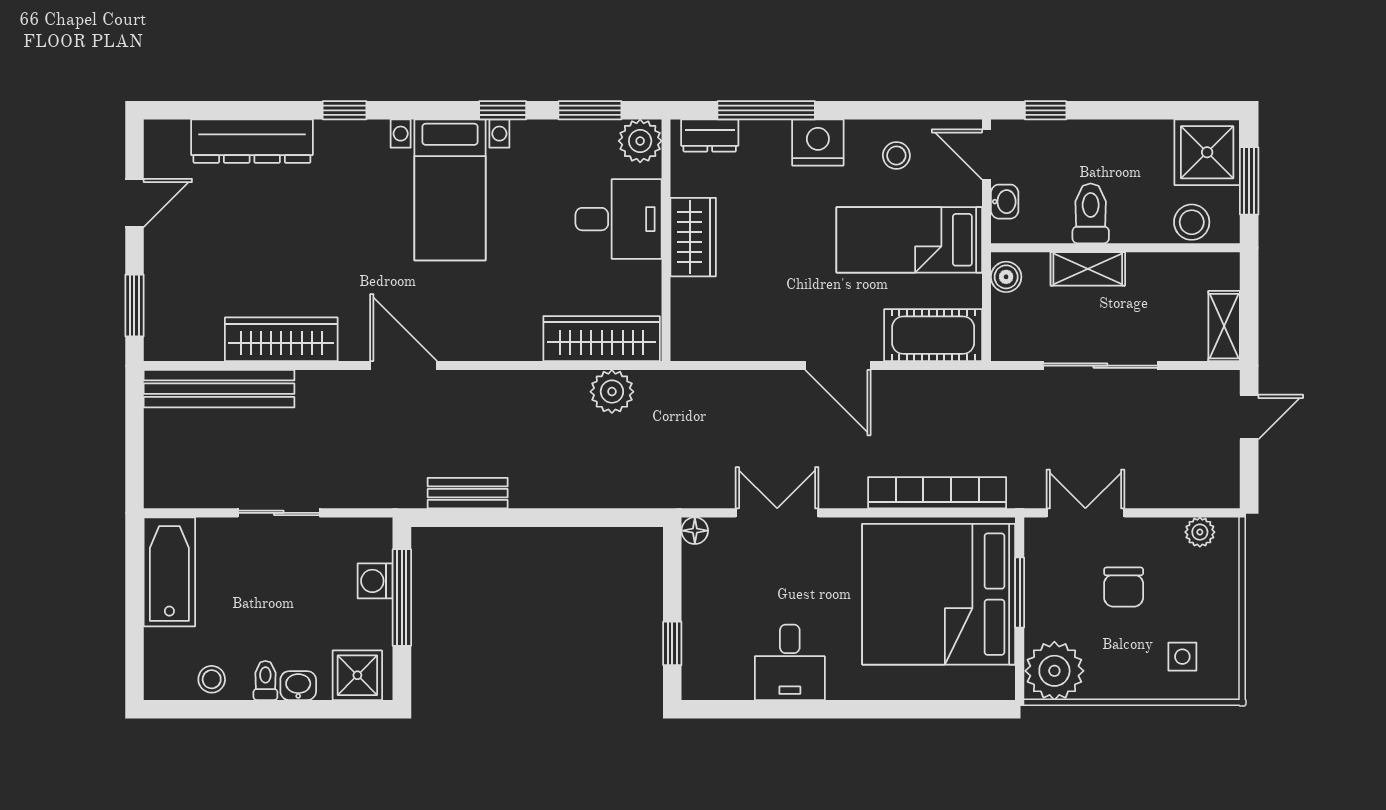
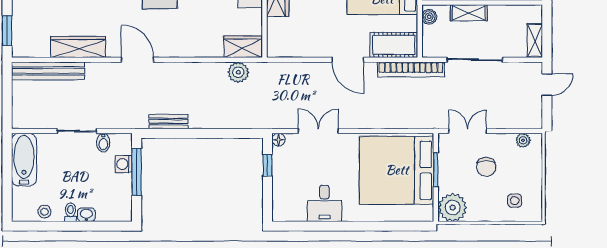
wardrobe: (602, 339) -> (243, 47), width x0.67
bookcase: (937, 493) -> (411, 69), moved, turned 180
bidet: (333, 537) -> (103, 143), added
window: (672, 643) -> (268, 165), moved
shower: (357, 675) -> (115, 210), removed

